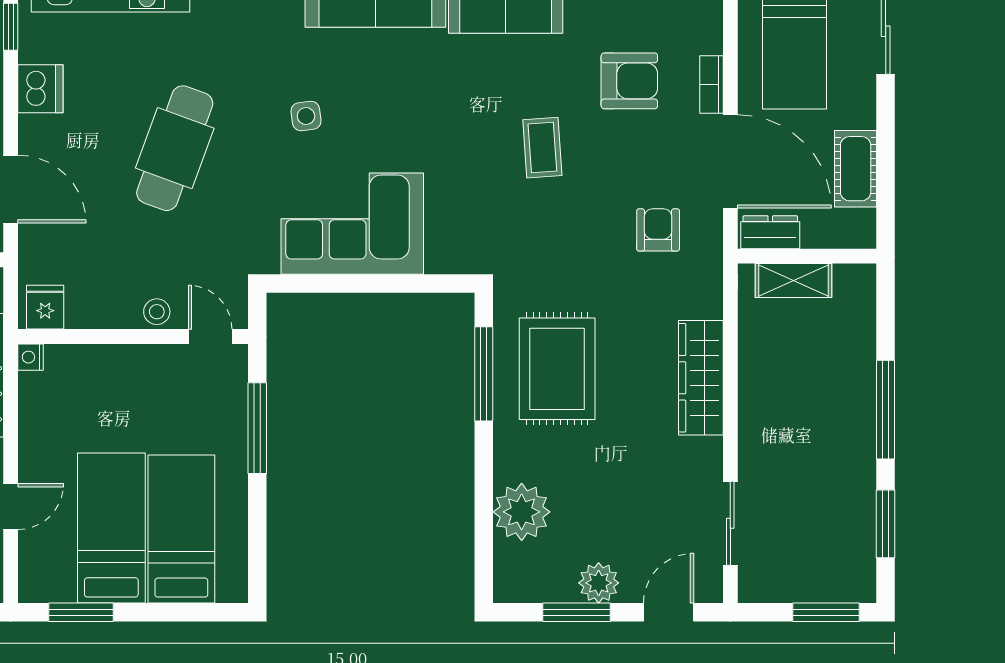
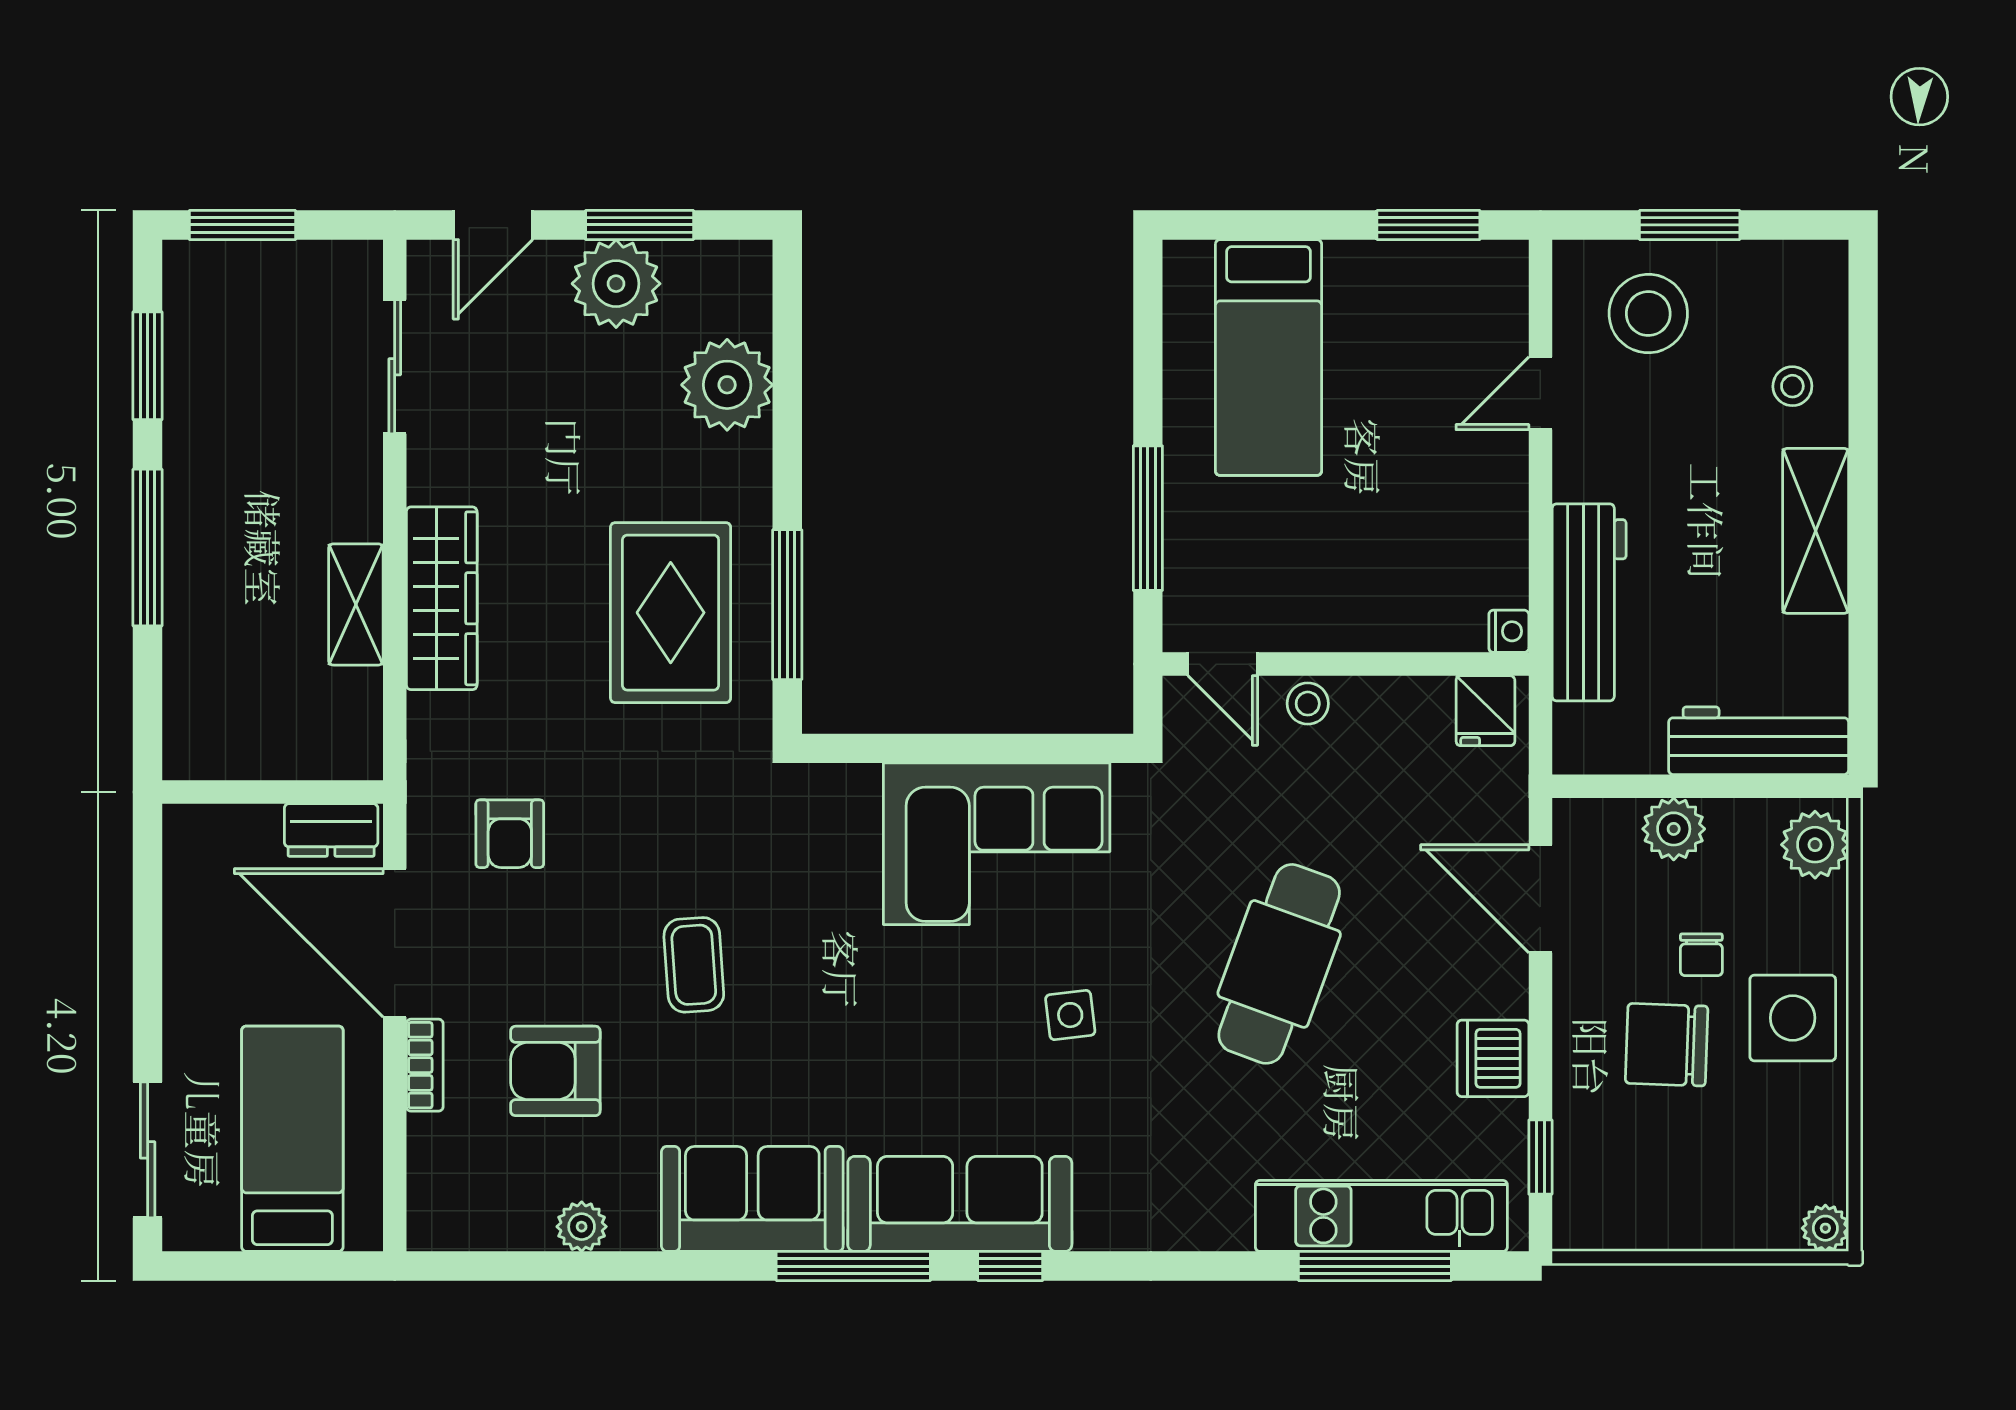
cot: (856, 169) -> (195, 931), removed
shelving: (793, 281) -> (356, 604), moved, turned 90
bed: (111, 528) -> (1380, 359), removed
plant: (599, 583) -> (616, 284), width x1.36, depth x1.36

